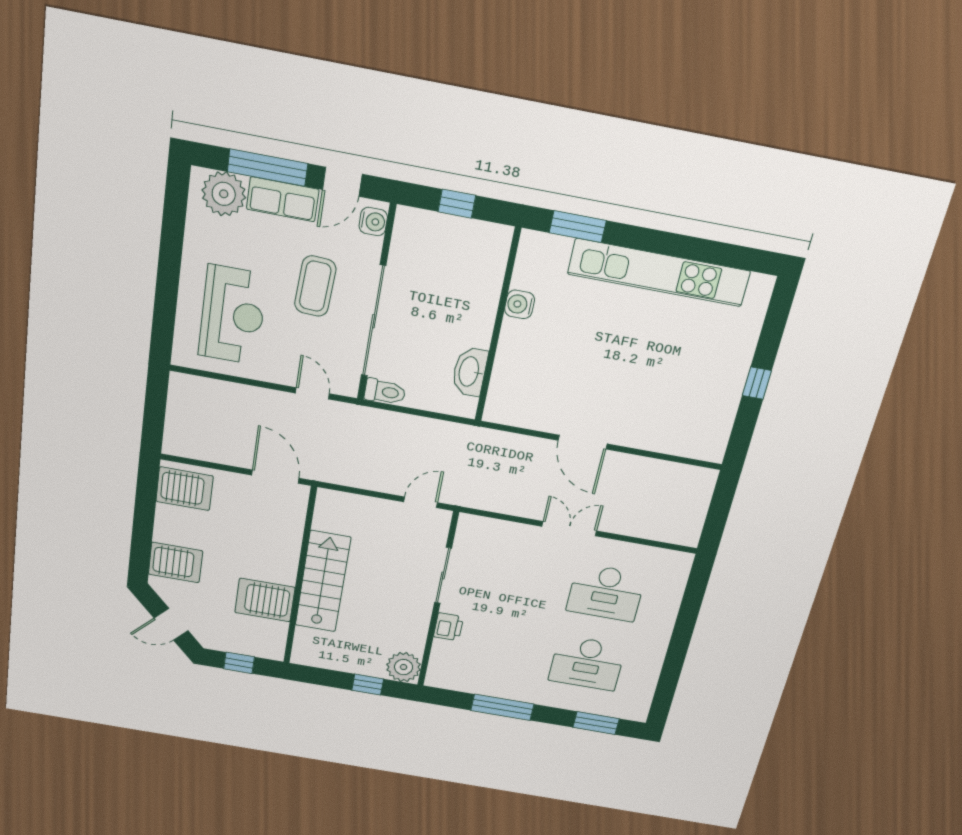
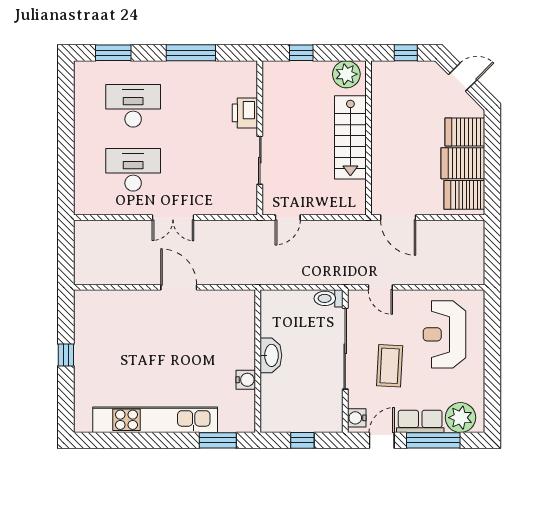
washbasin: (470, 372) -> (271, 355), moved
server rack: (265, 600) -> (463, 163), moved, turned 180
printer: (448, 627) -> (245, 113), width x1.36, depth x1.24
plant: (404, 667) -> (346, 74), moved

